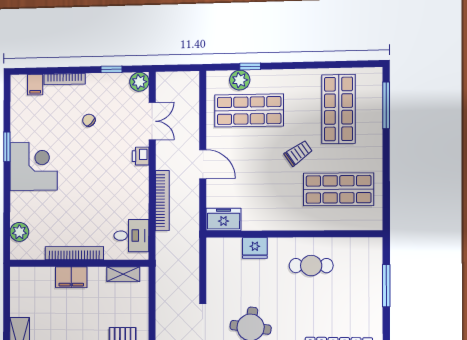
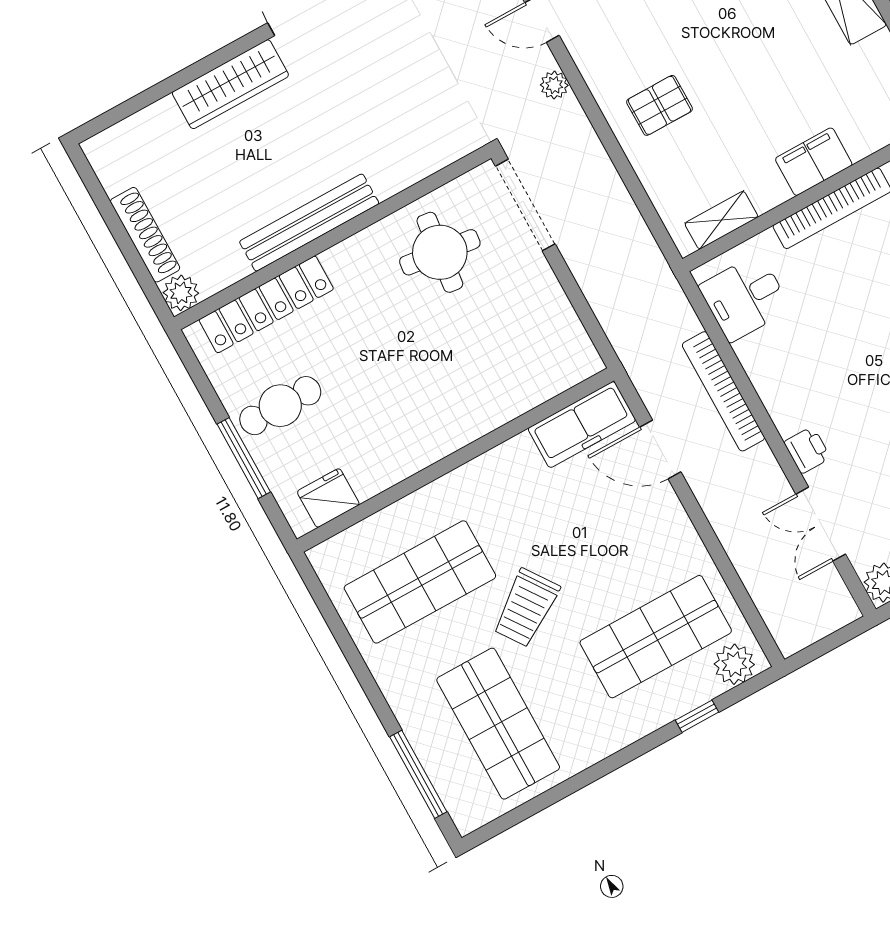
plant: (240, 80) -> (734, 664), moved
trolley: (298, 153) -> (526, 608), width x1.36, depth x1.39
door: (203, 164) -> (660, 450), moved
freezer: (223, 219) -> (582, 425), width x1.40
fridge: (255, 248) -> (328, 498), moved
cafe table: (311, 266) -> (280, 406), moved

